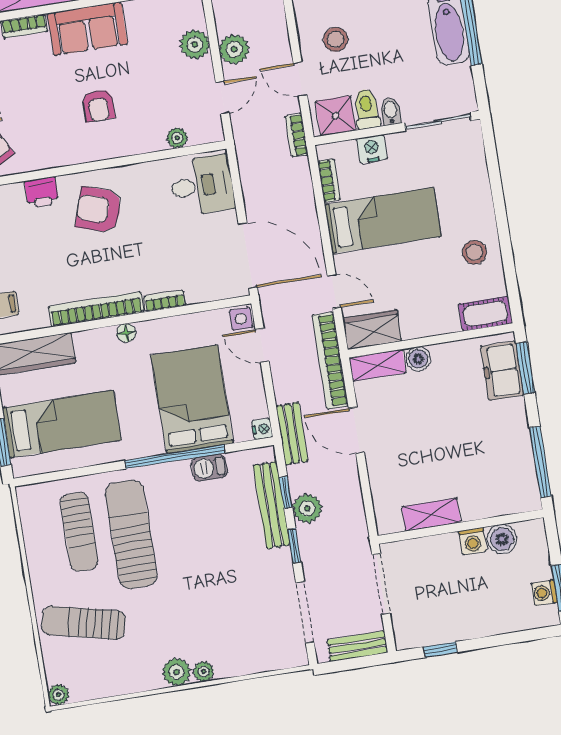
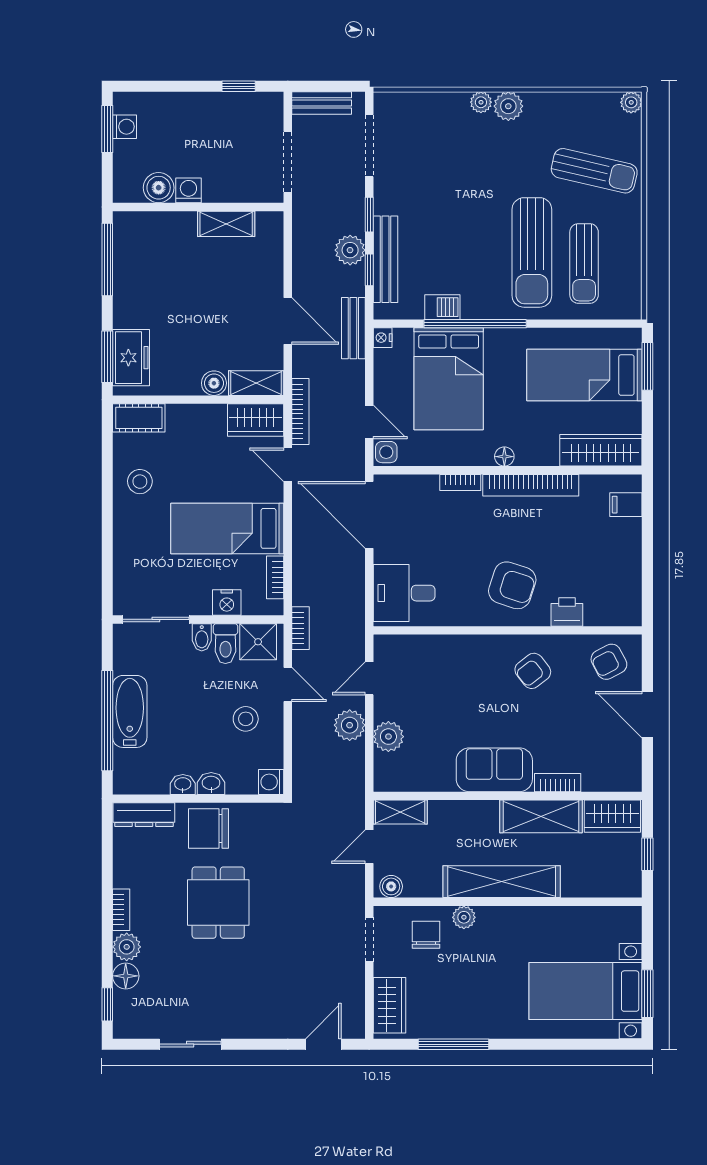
armchair: (98, 106) -> (533, 671), moved, turned -128
plant: (177, 138) -> (421, 645), removed
bookcase: (330, 361) -> (300, 411), width x0.68, depth x0.76
sun lounger: (79, 532) -> (584, 263), turned 180

